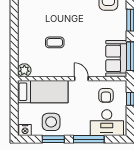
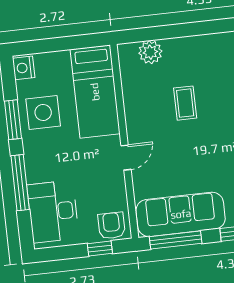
sofa: (116, 58) -> (181, 214), width x1.36
plant: (24, 70) -> (150, 52), moved
armchair: (106, 95) -> (111, 226), moved, turned 90

